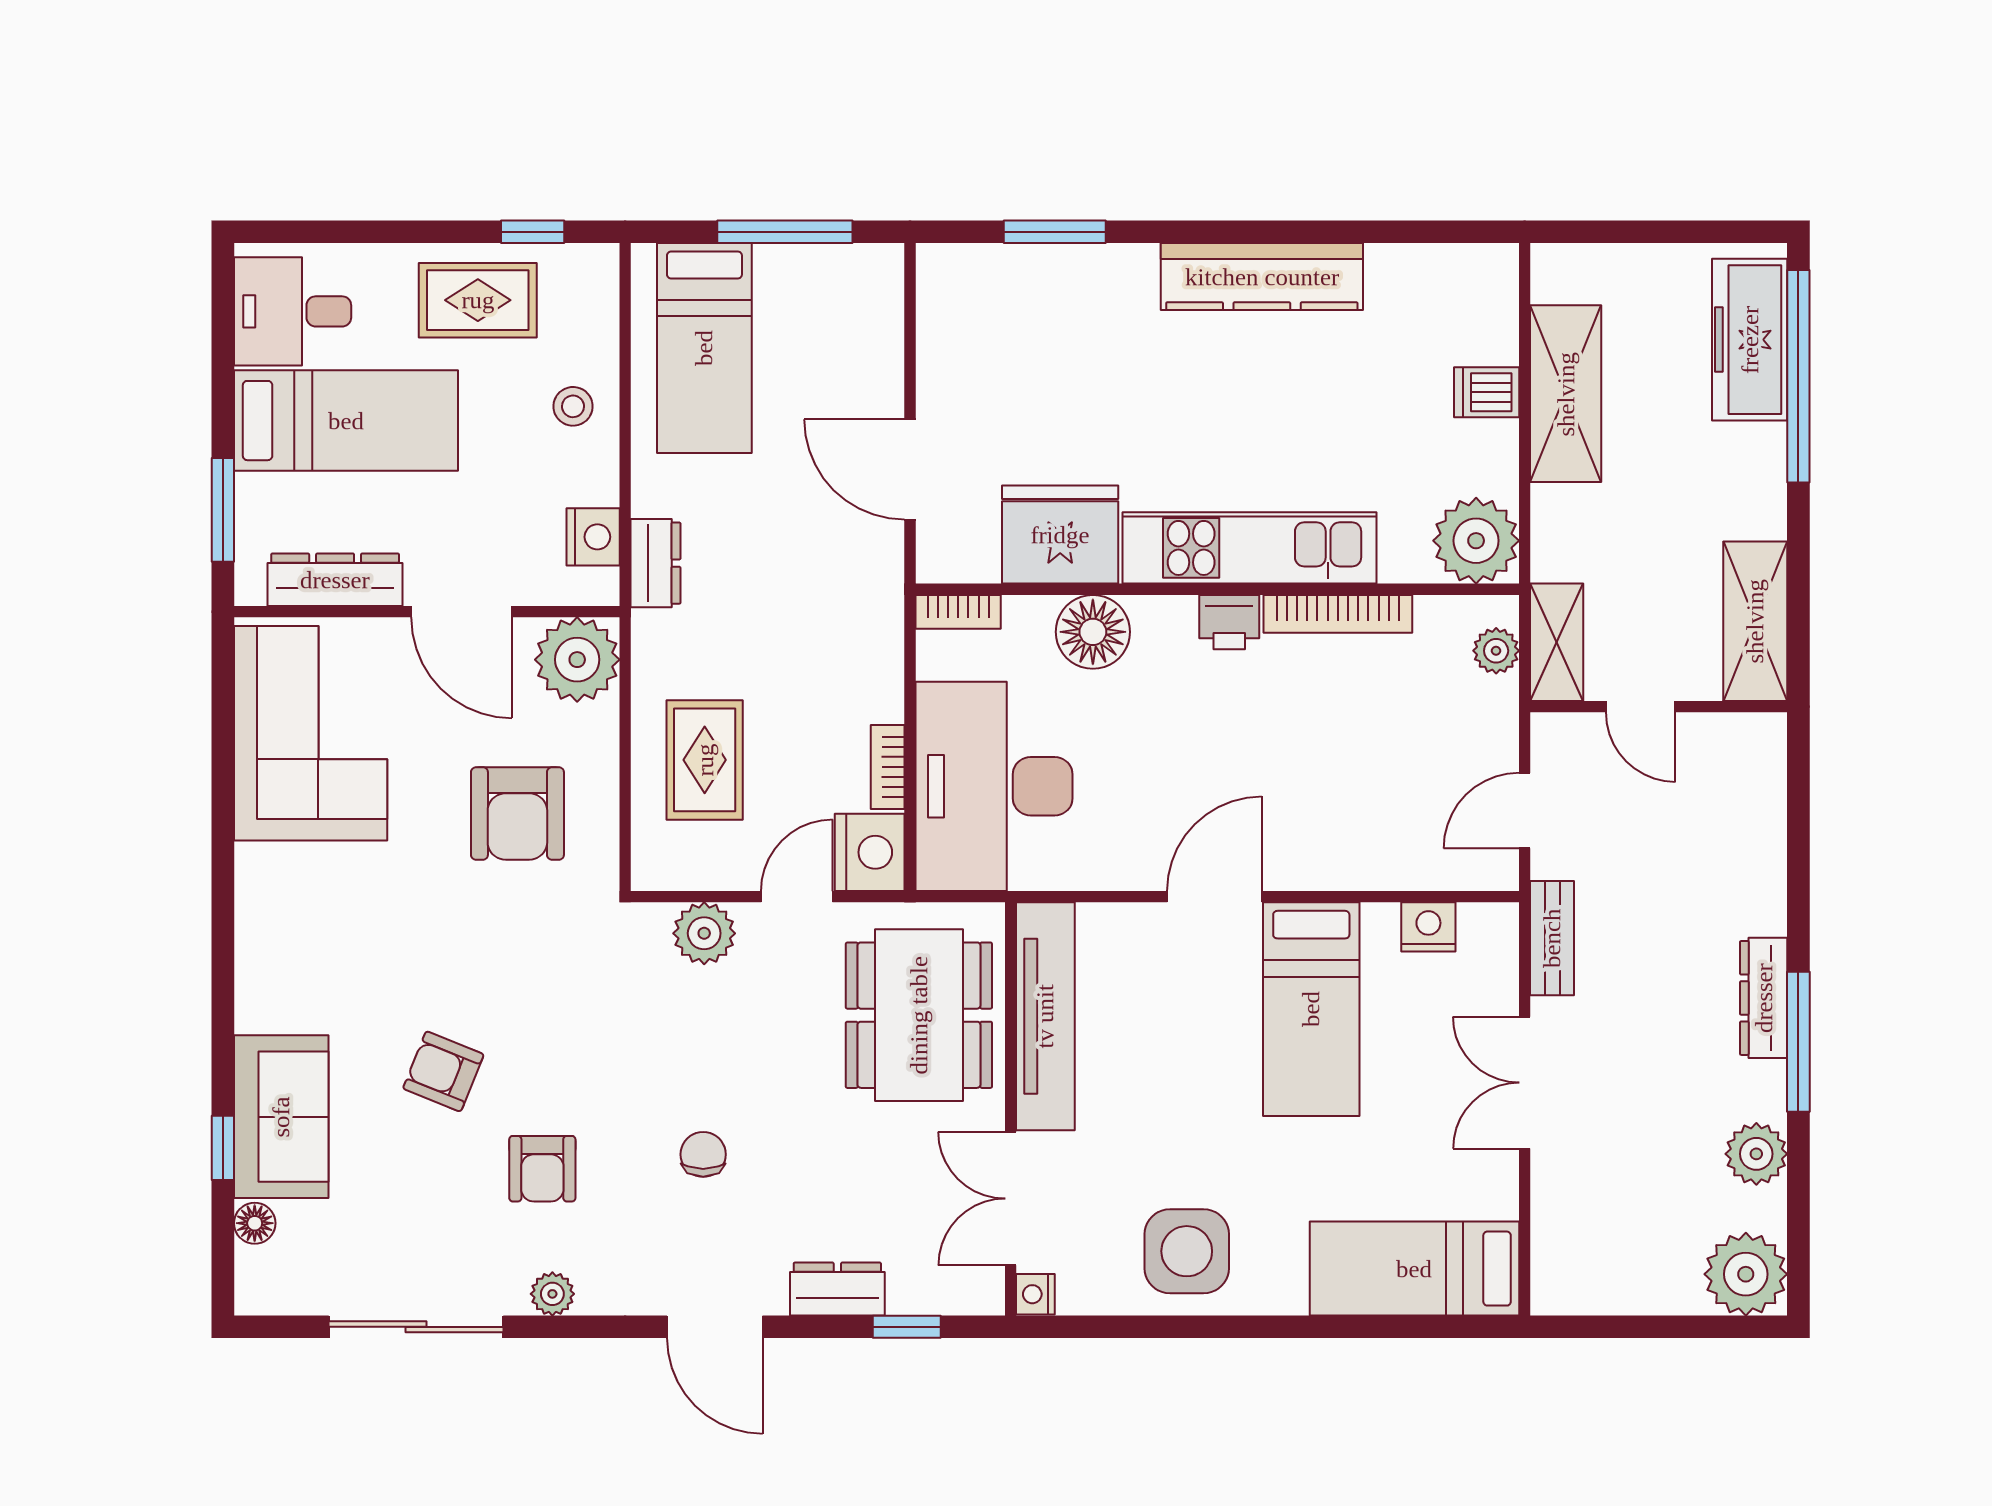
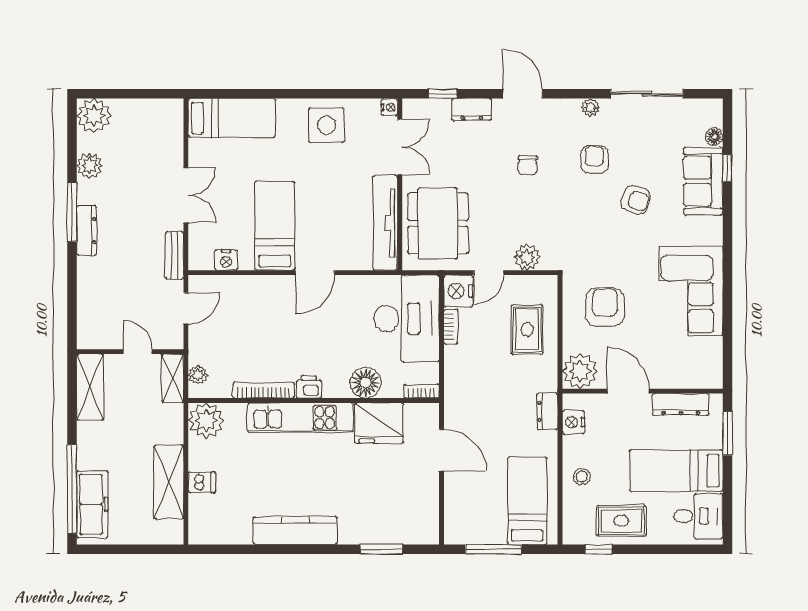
corner sofa: (311, 733) -> (691, 291), moved

